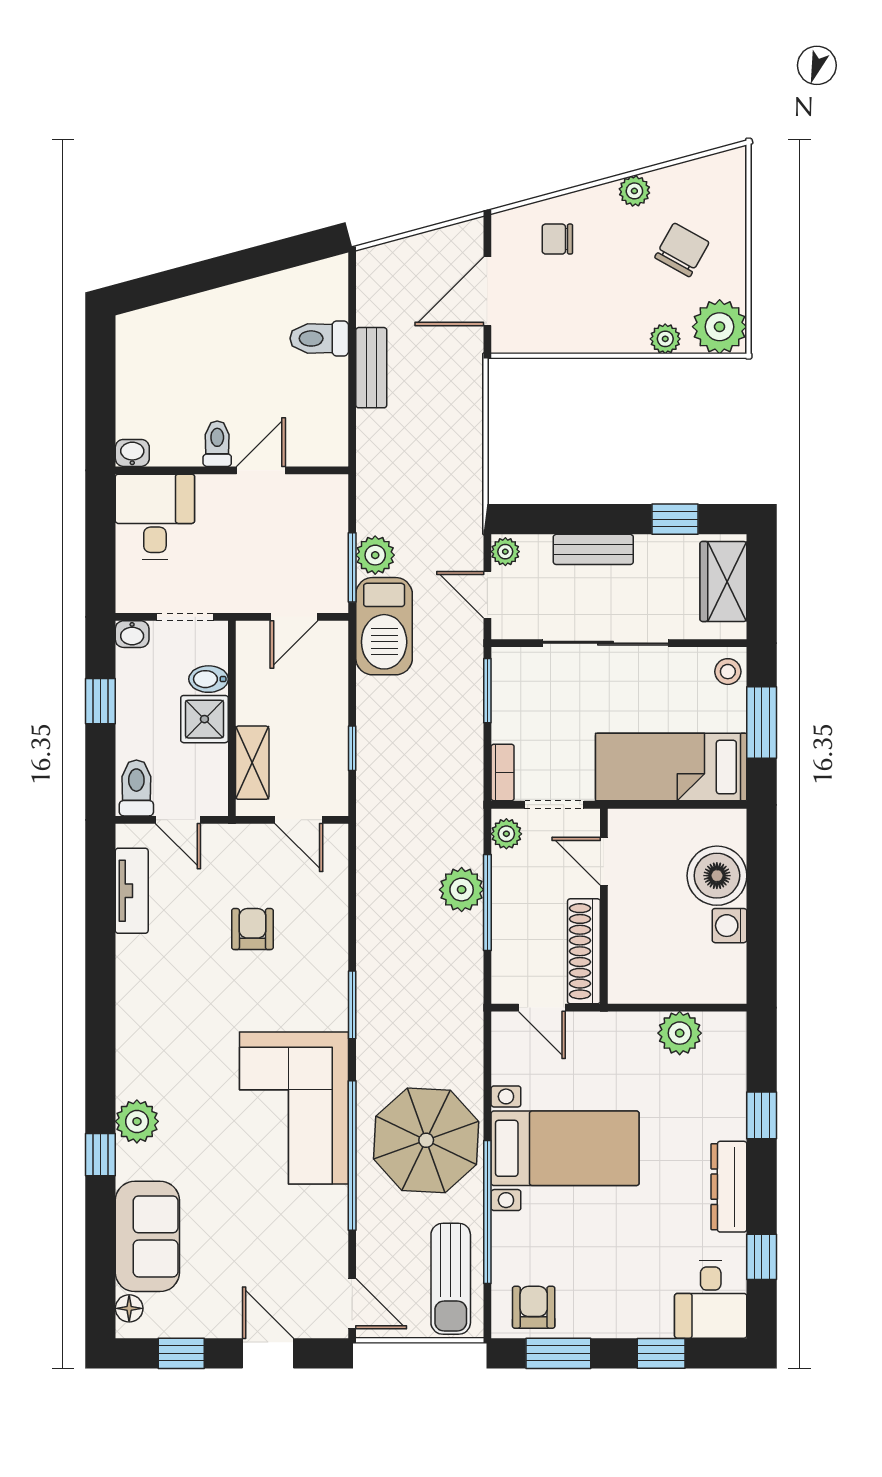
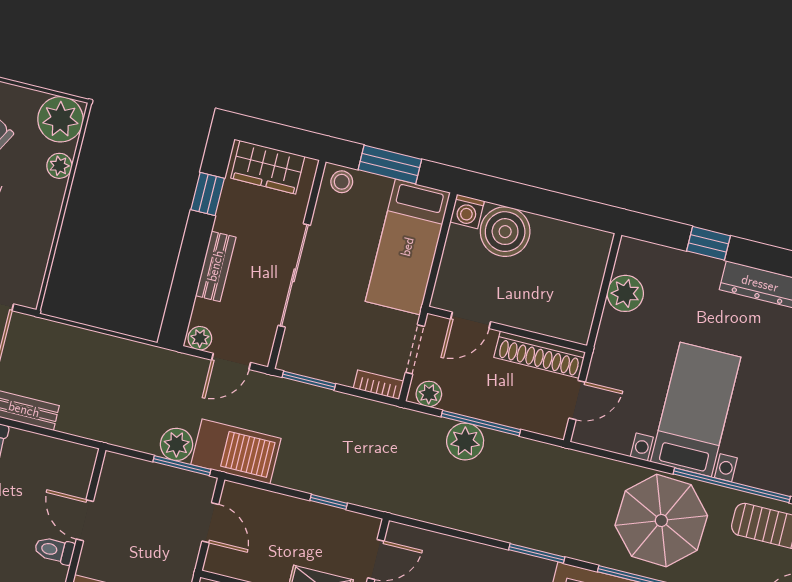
washing machine: (729, 926) -> (467, 211), moved

